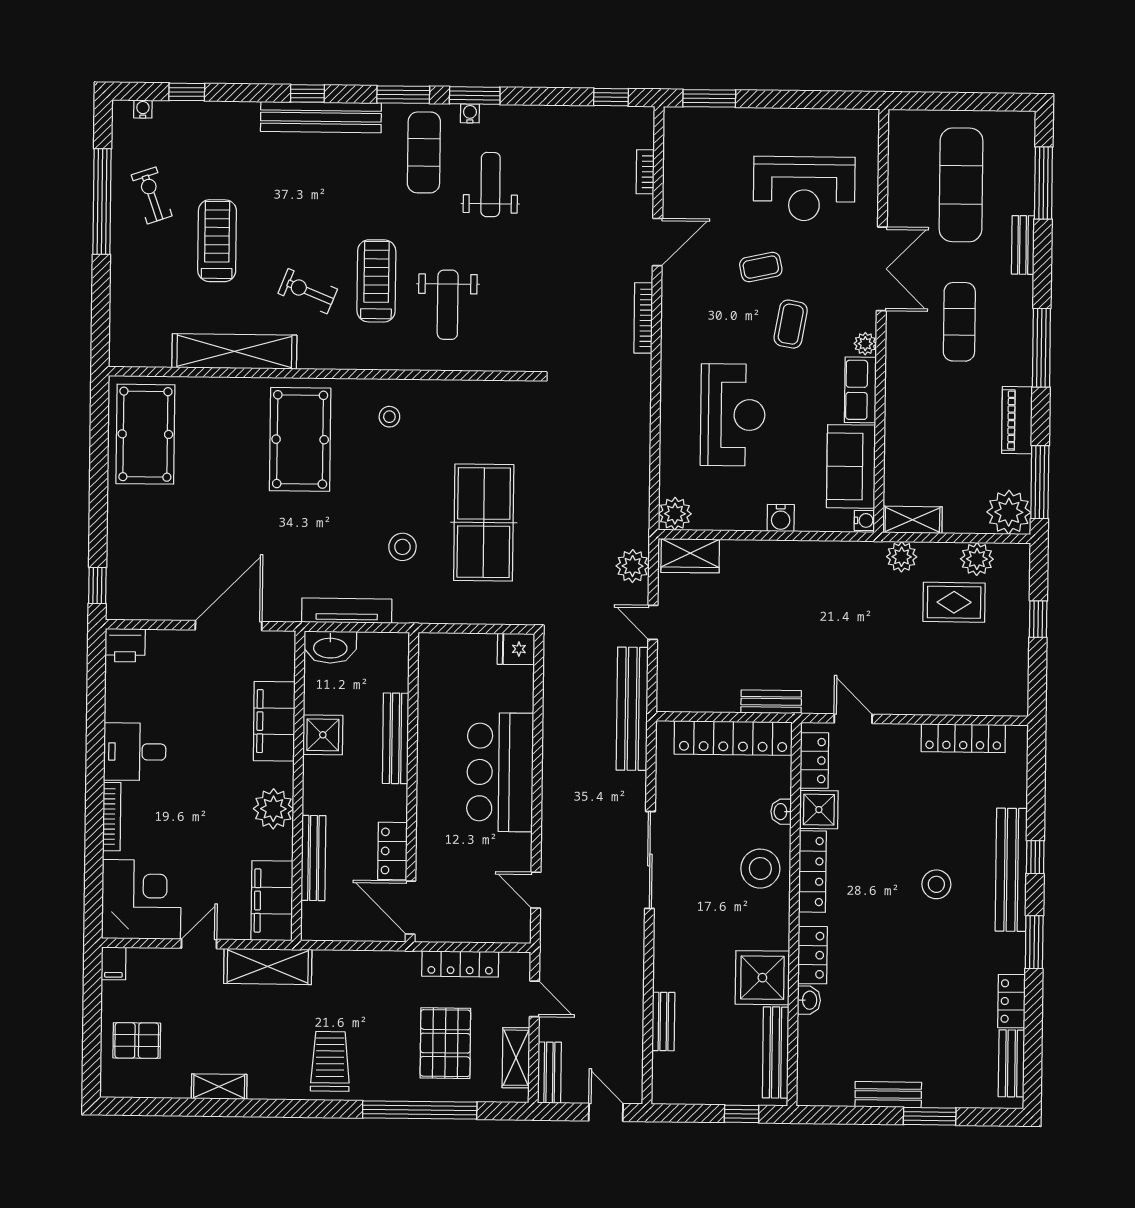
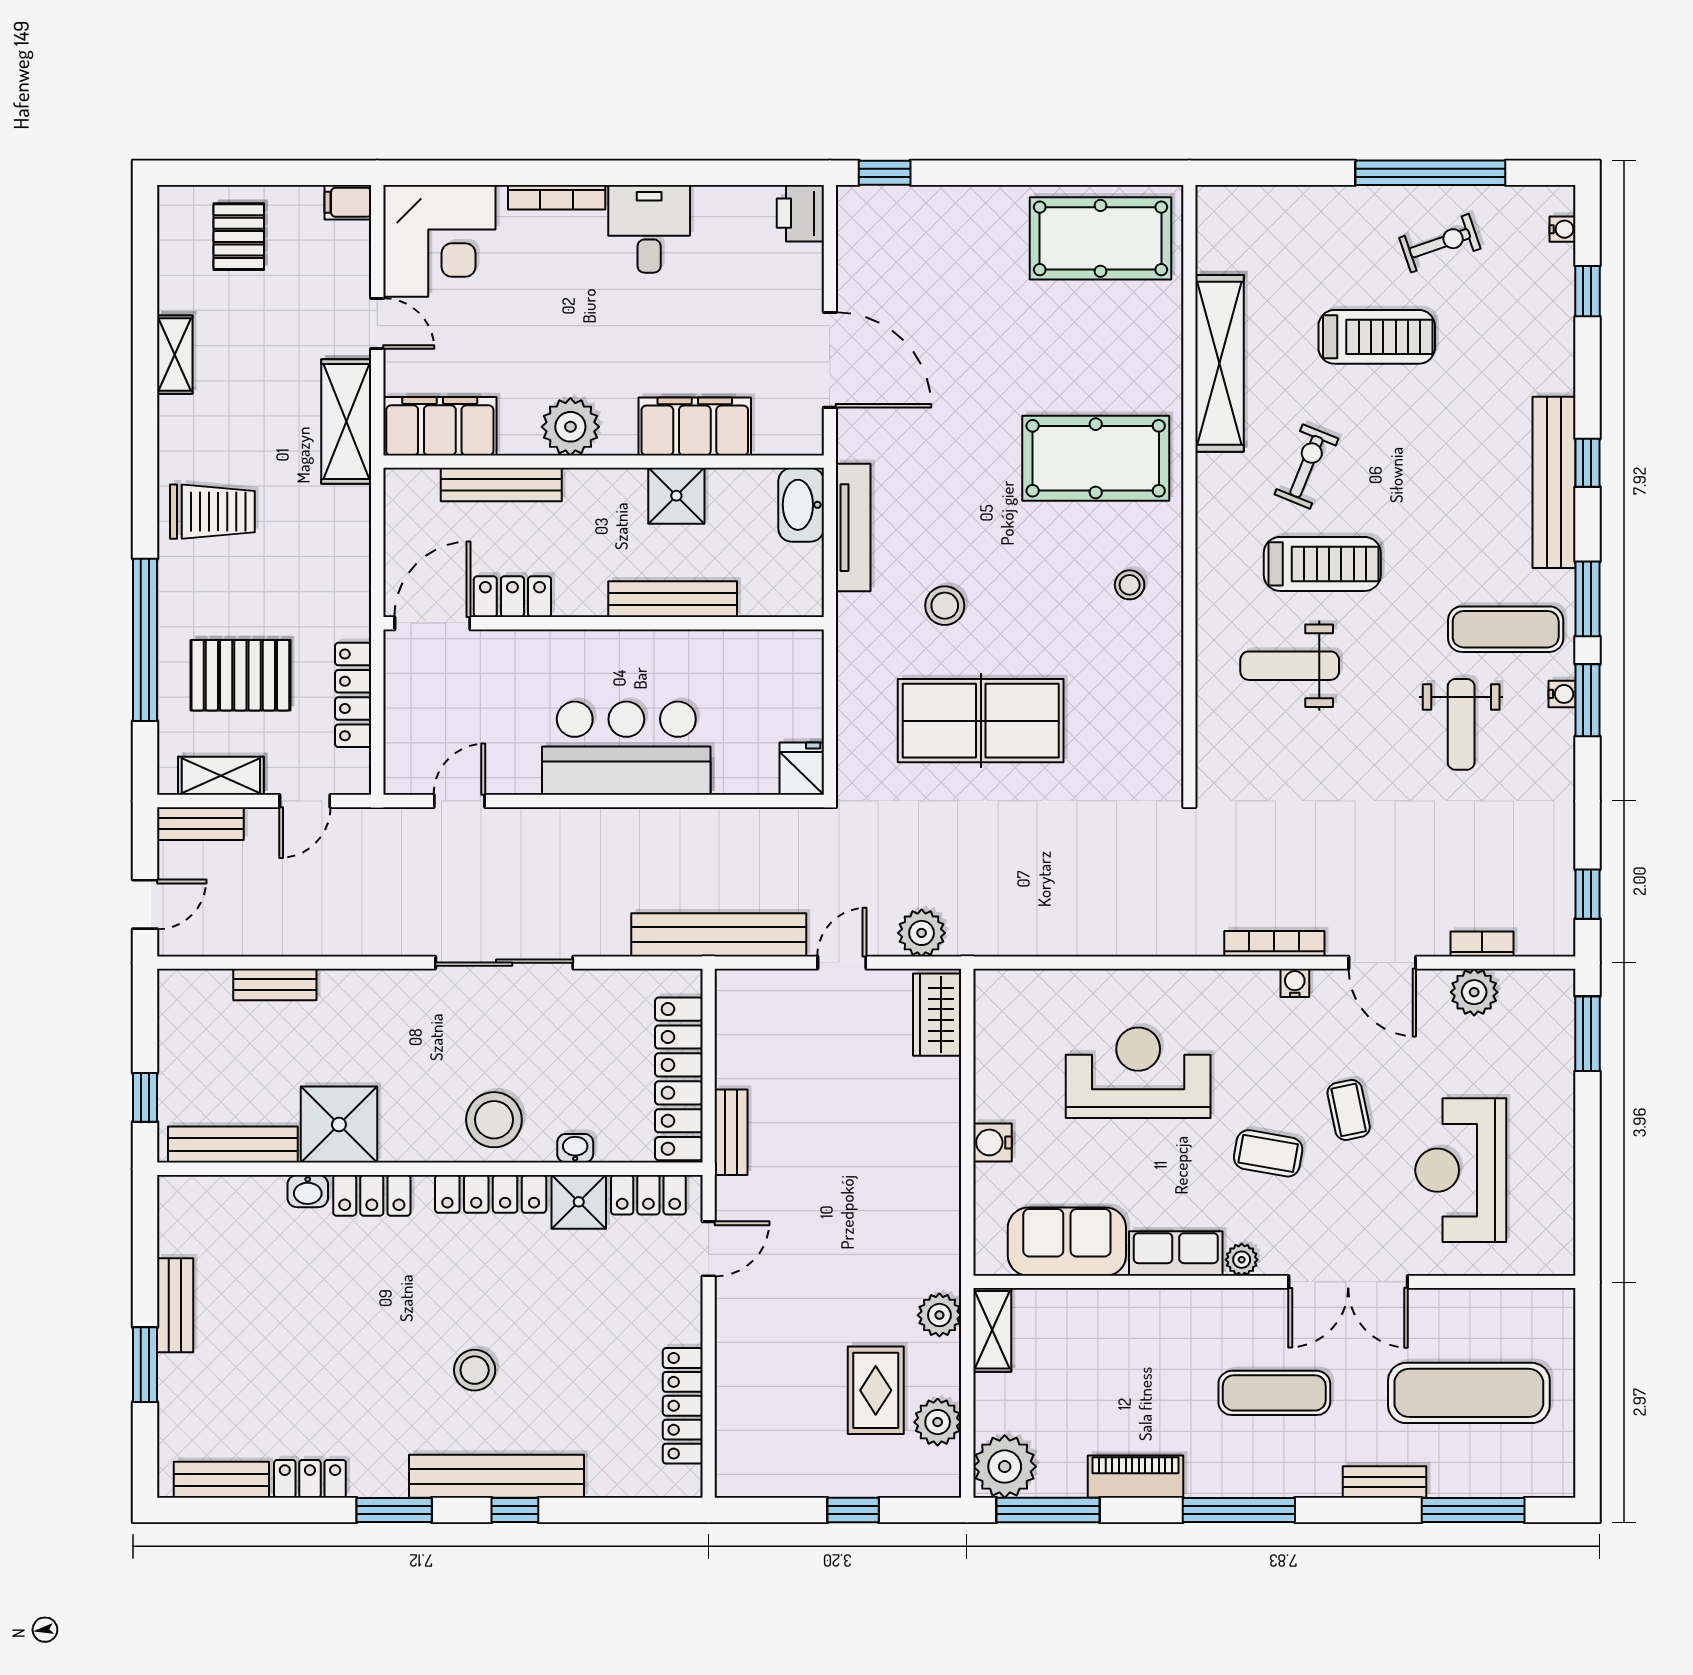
weight bench: (490, 185) -> (1461, 724), turned 90
reception desk: (733, 415) -> (1138, 1073), turned 180
plant: (675, 514) -> (1474, 992), moved
water cooler: (864, 520) -> (1295, 983), moved, turned 180

